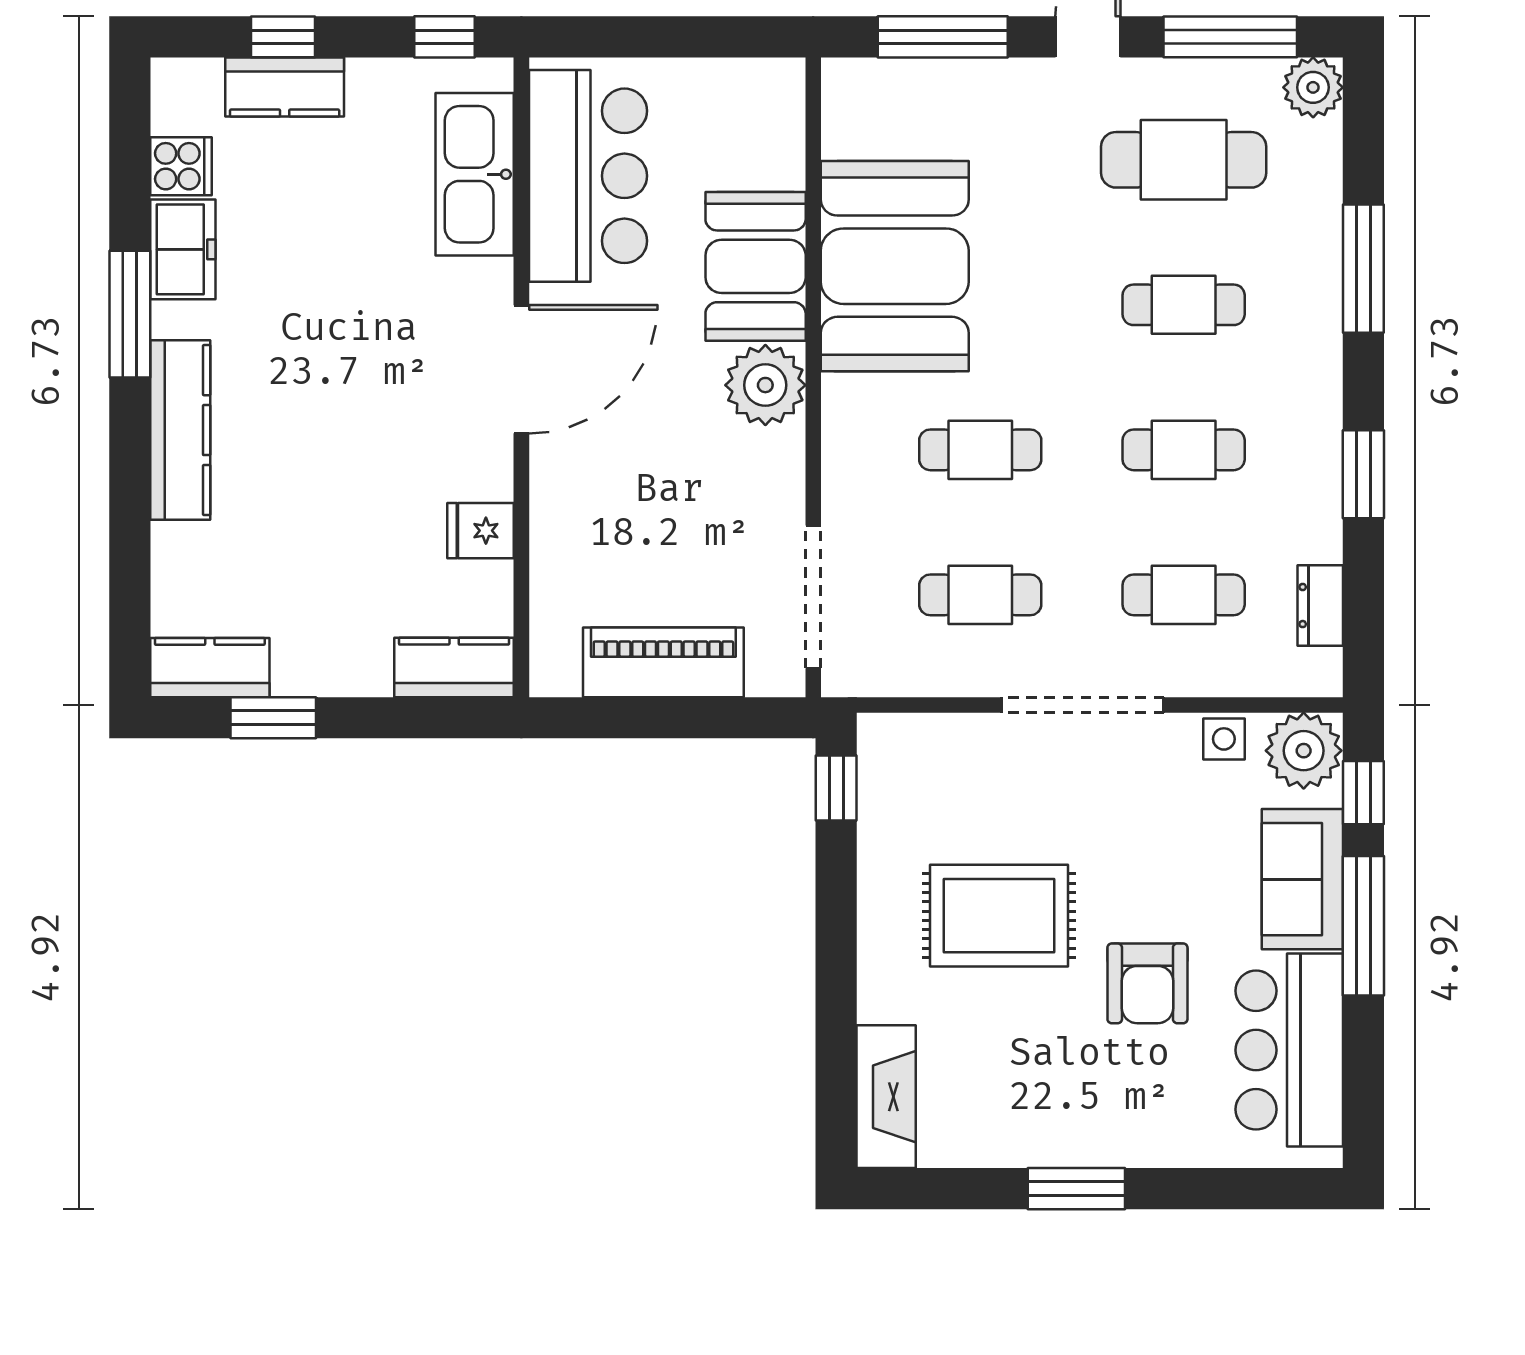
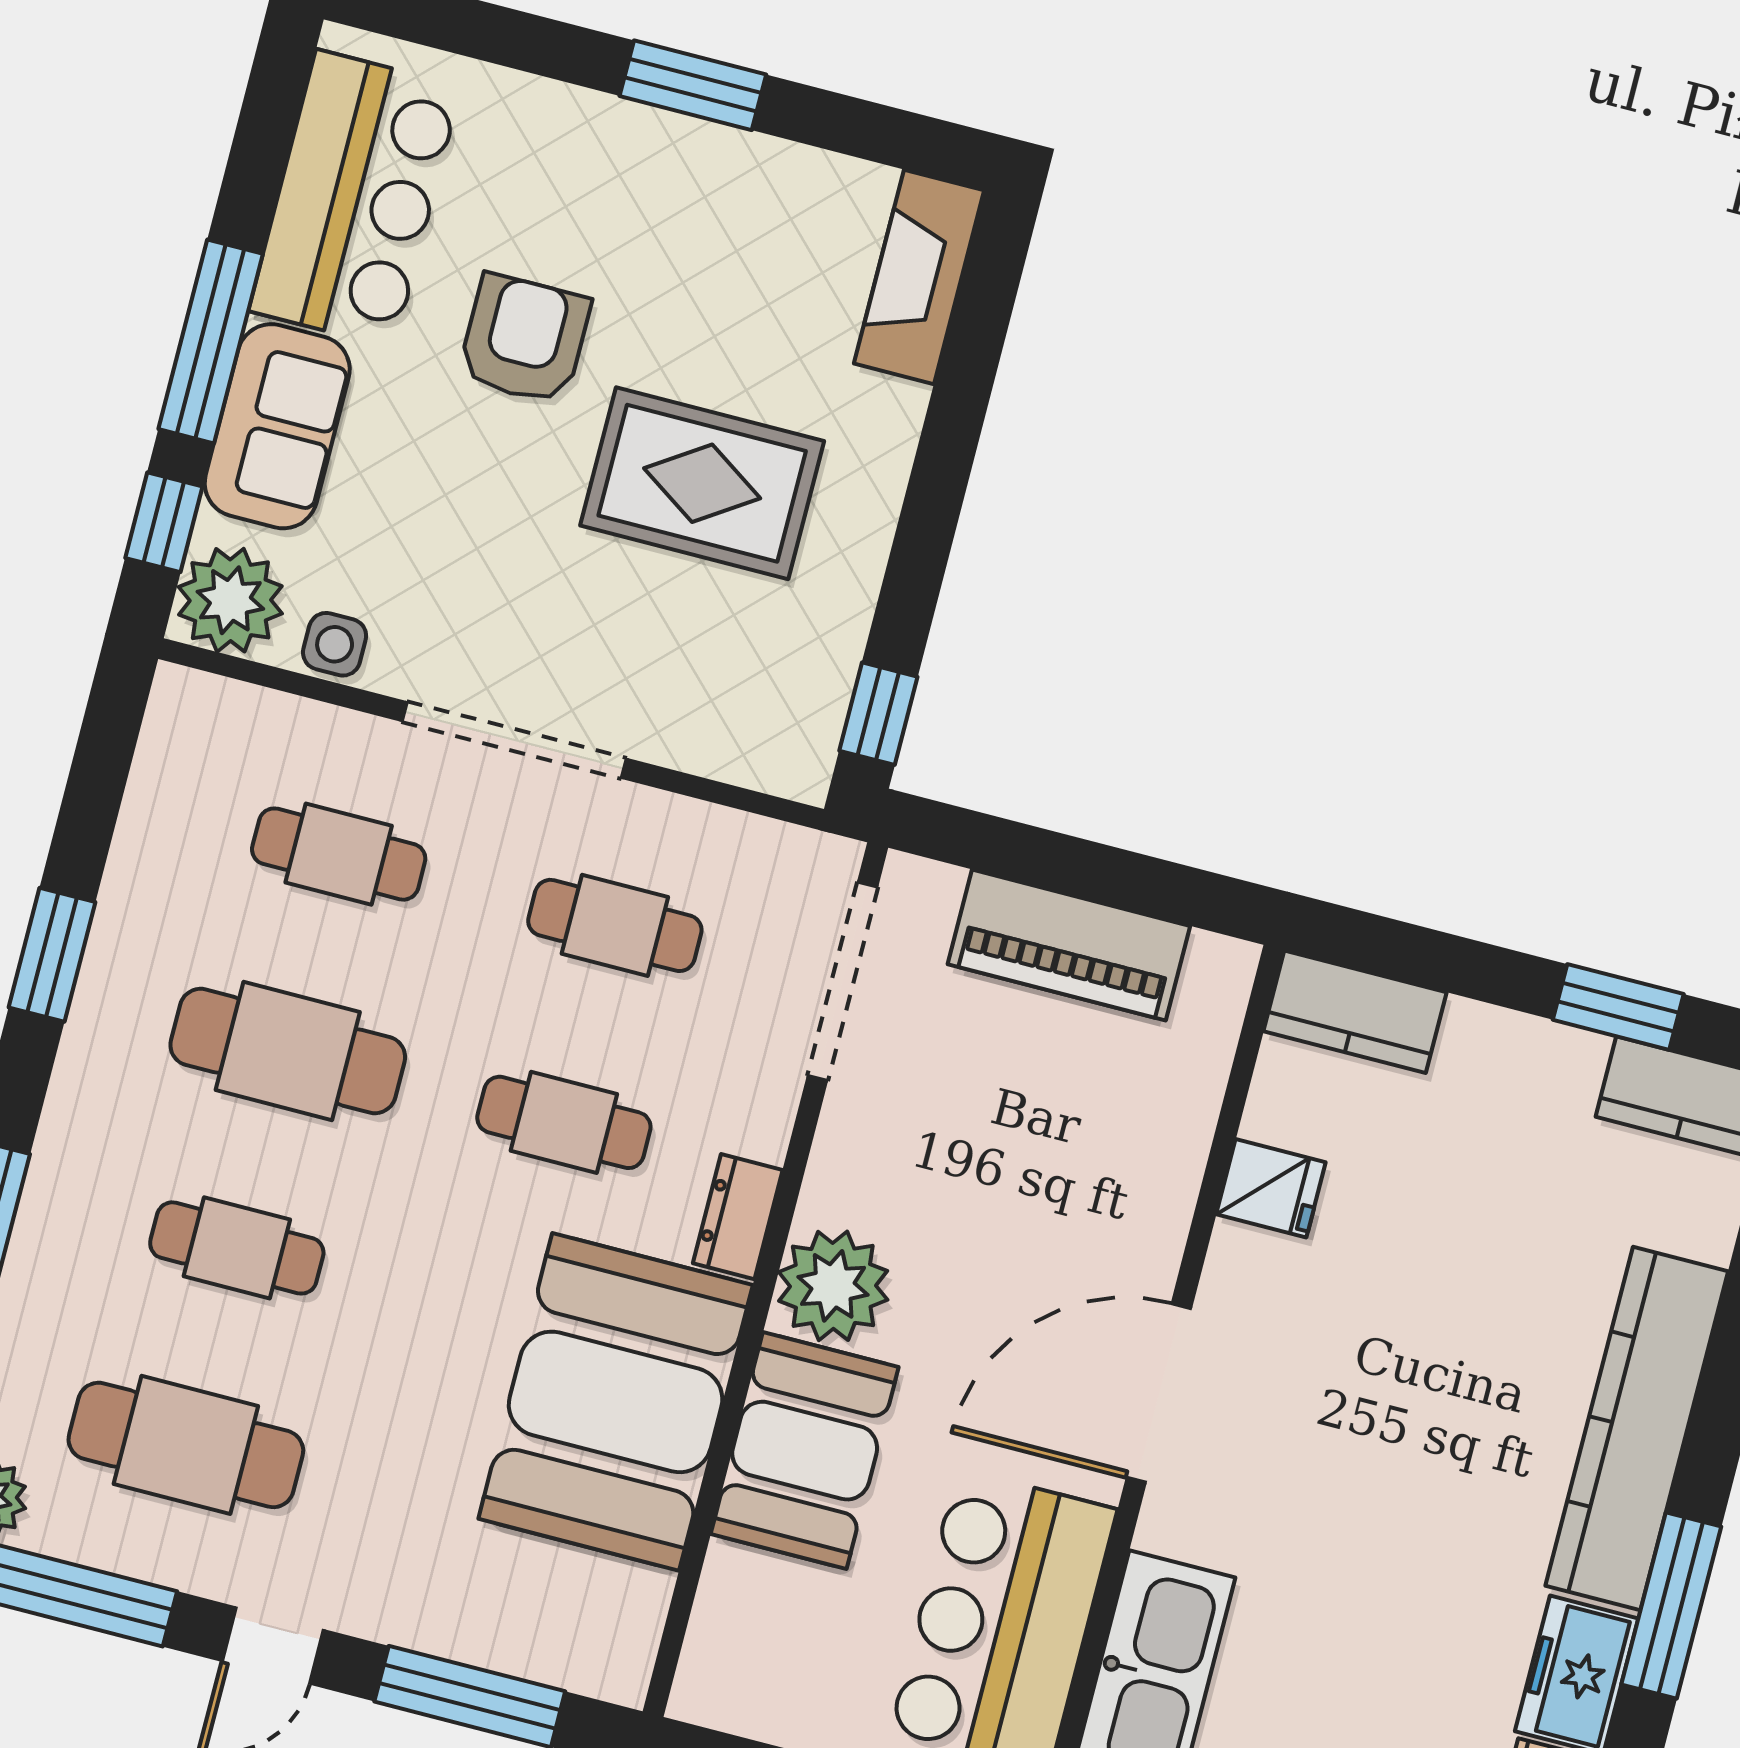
kitchen counter: (180, 430) -> (1637, 1429), width x1.39, depth x1.17
cafe table: (1184, 450) -> (288, 1051), width x1.37, depth x1.35
dresser: (1320, 606) -> (738, 1217), moved, turned 180

